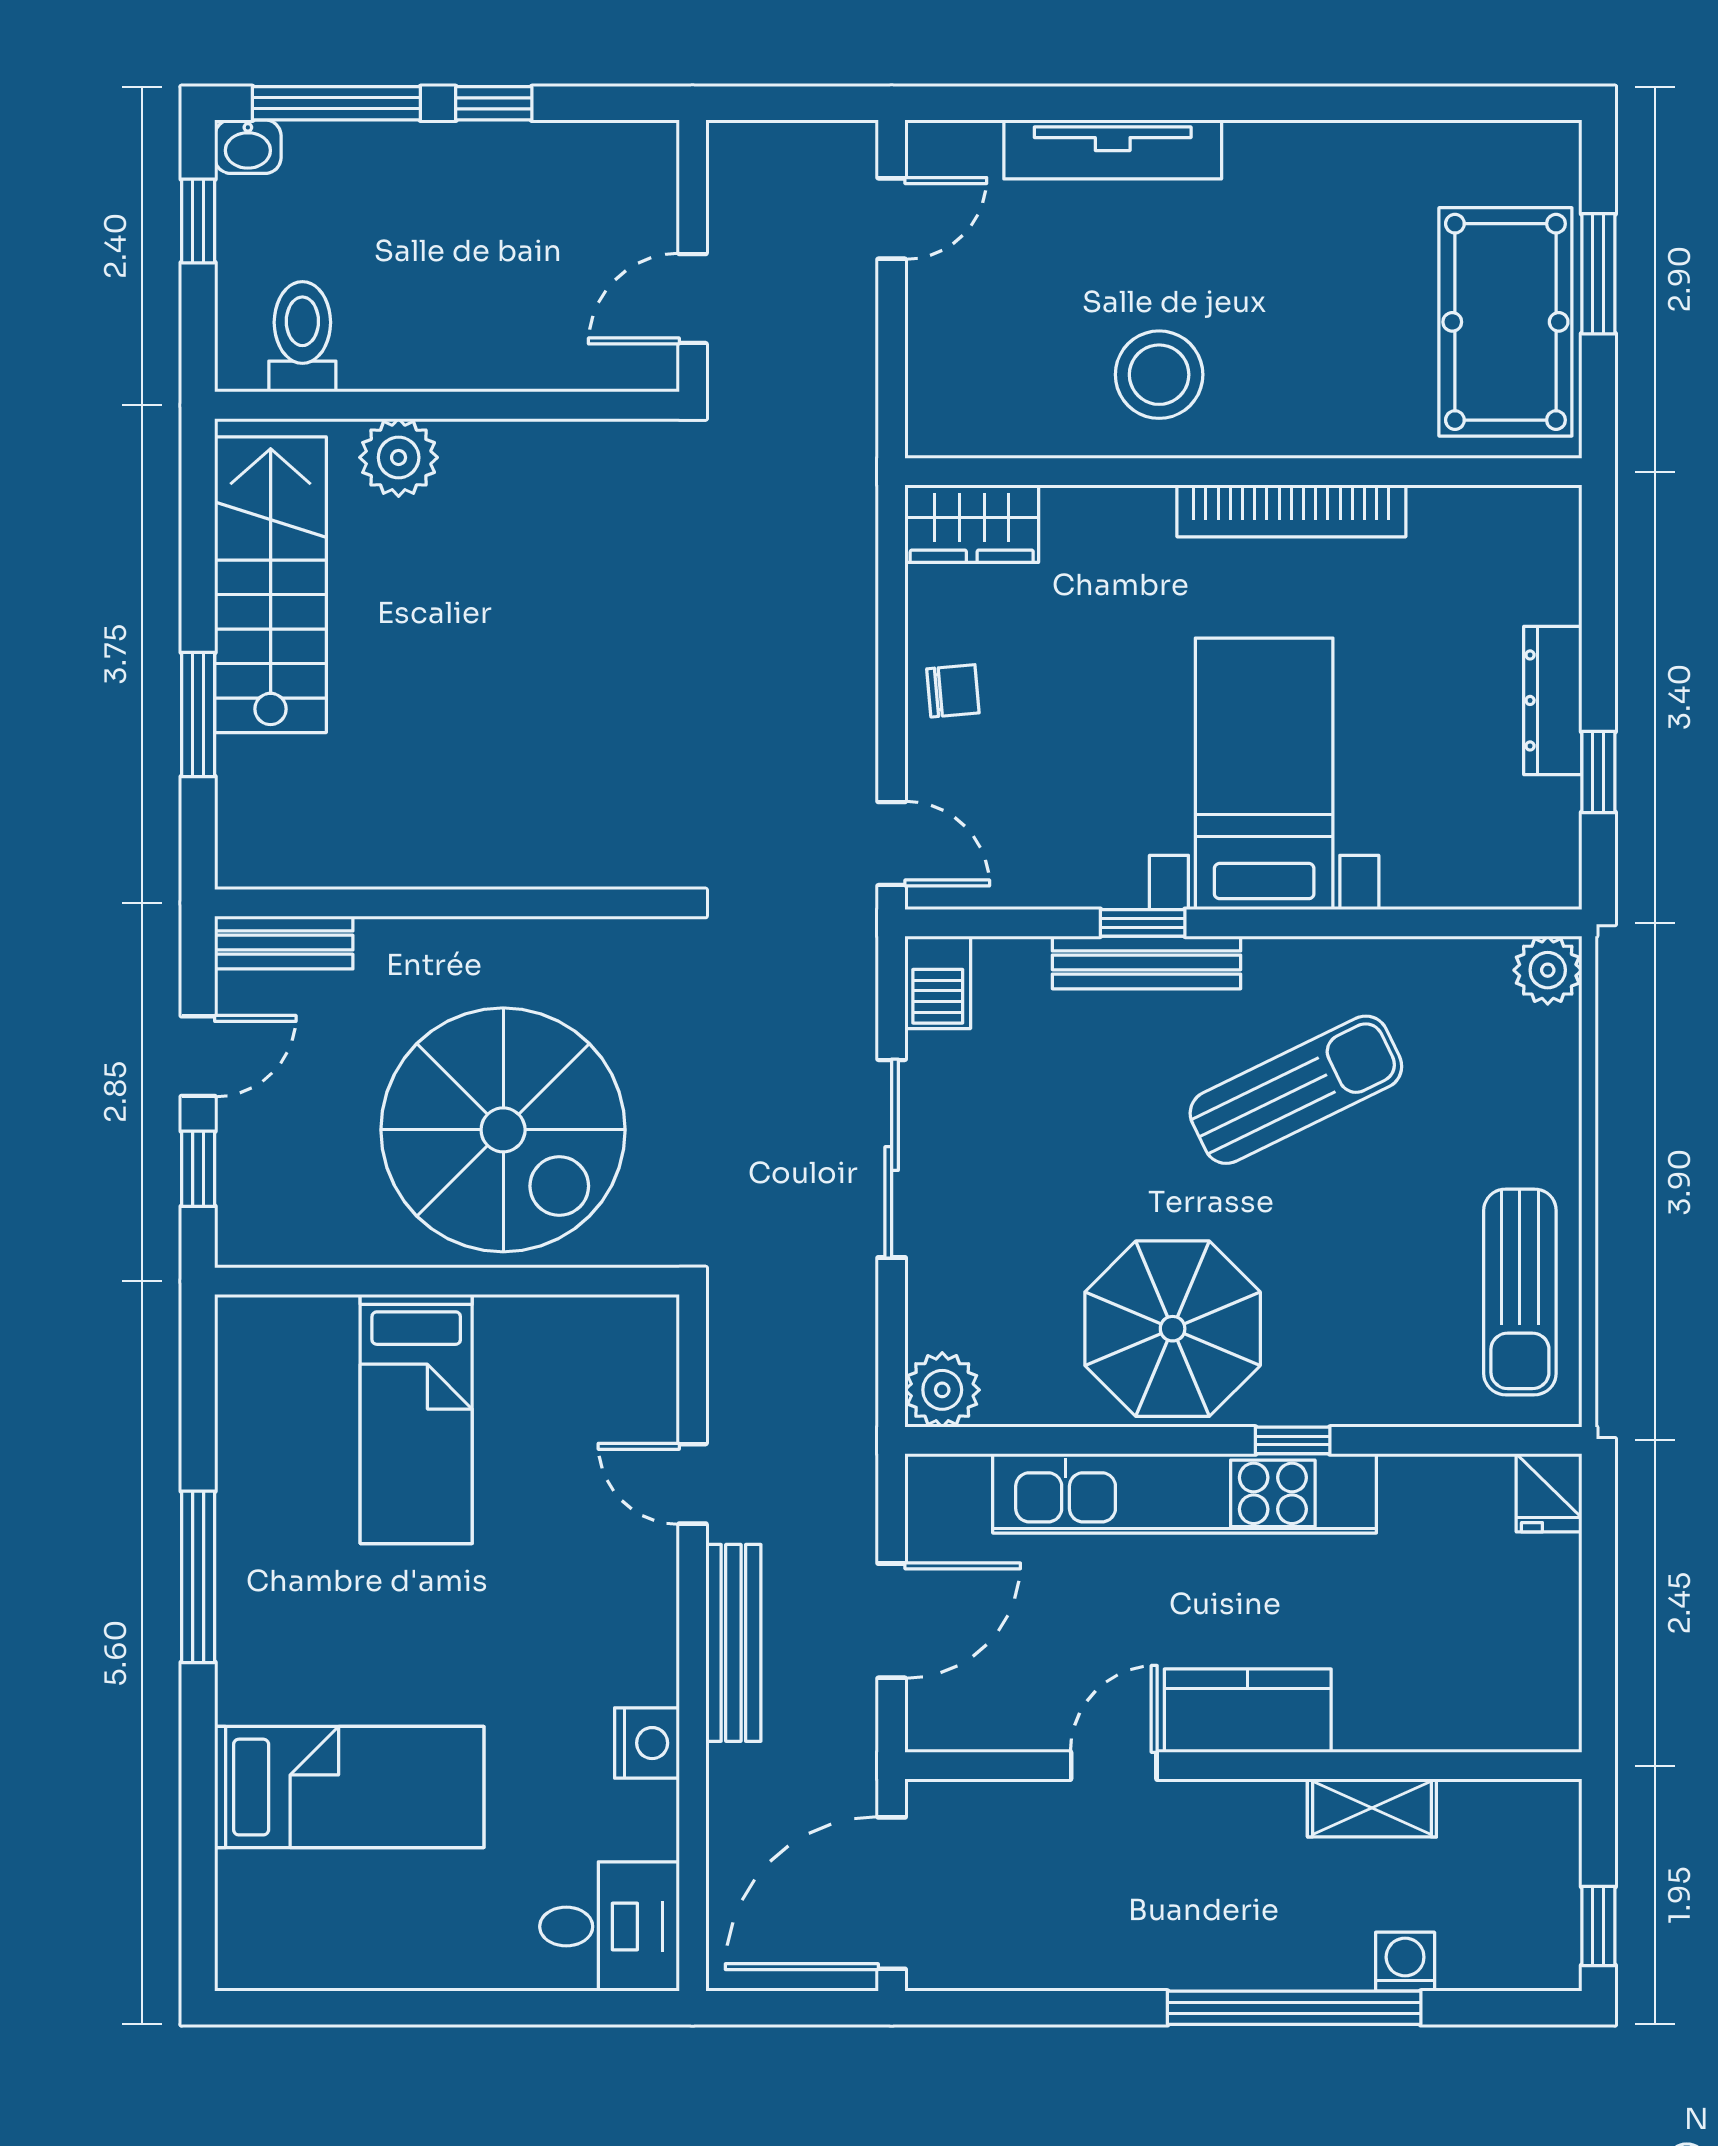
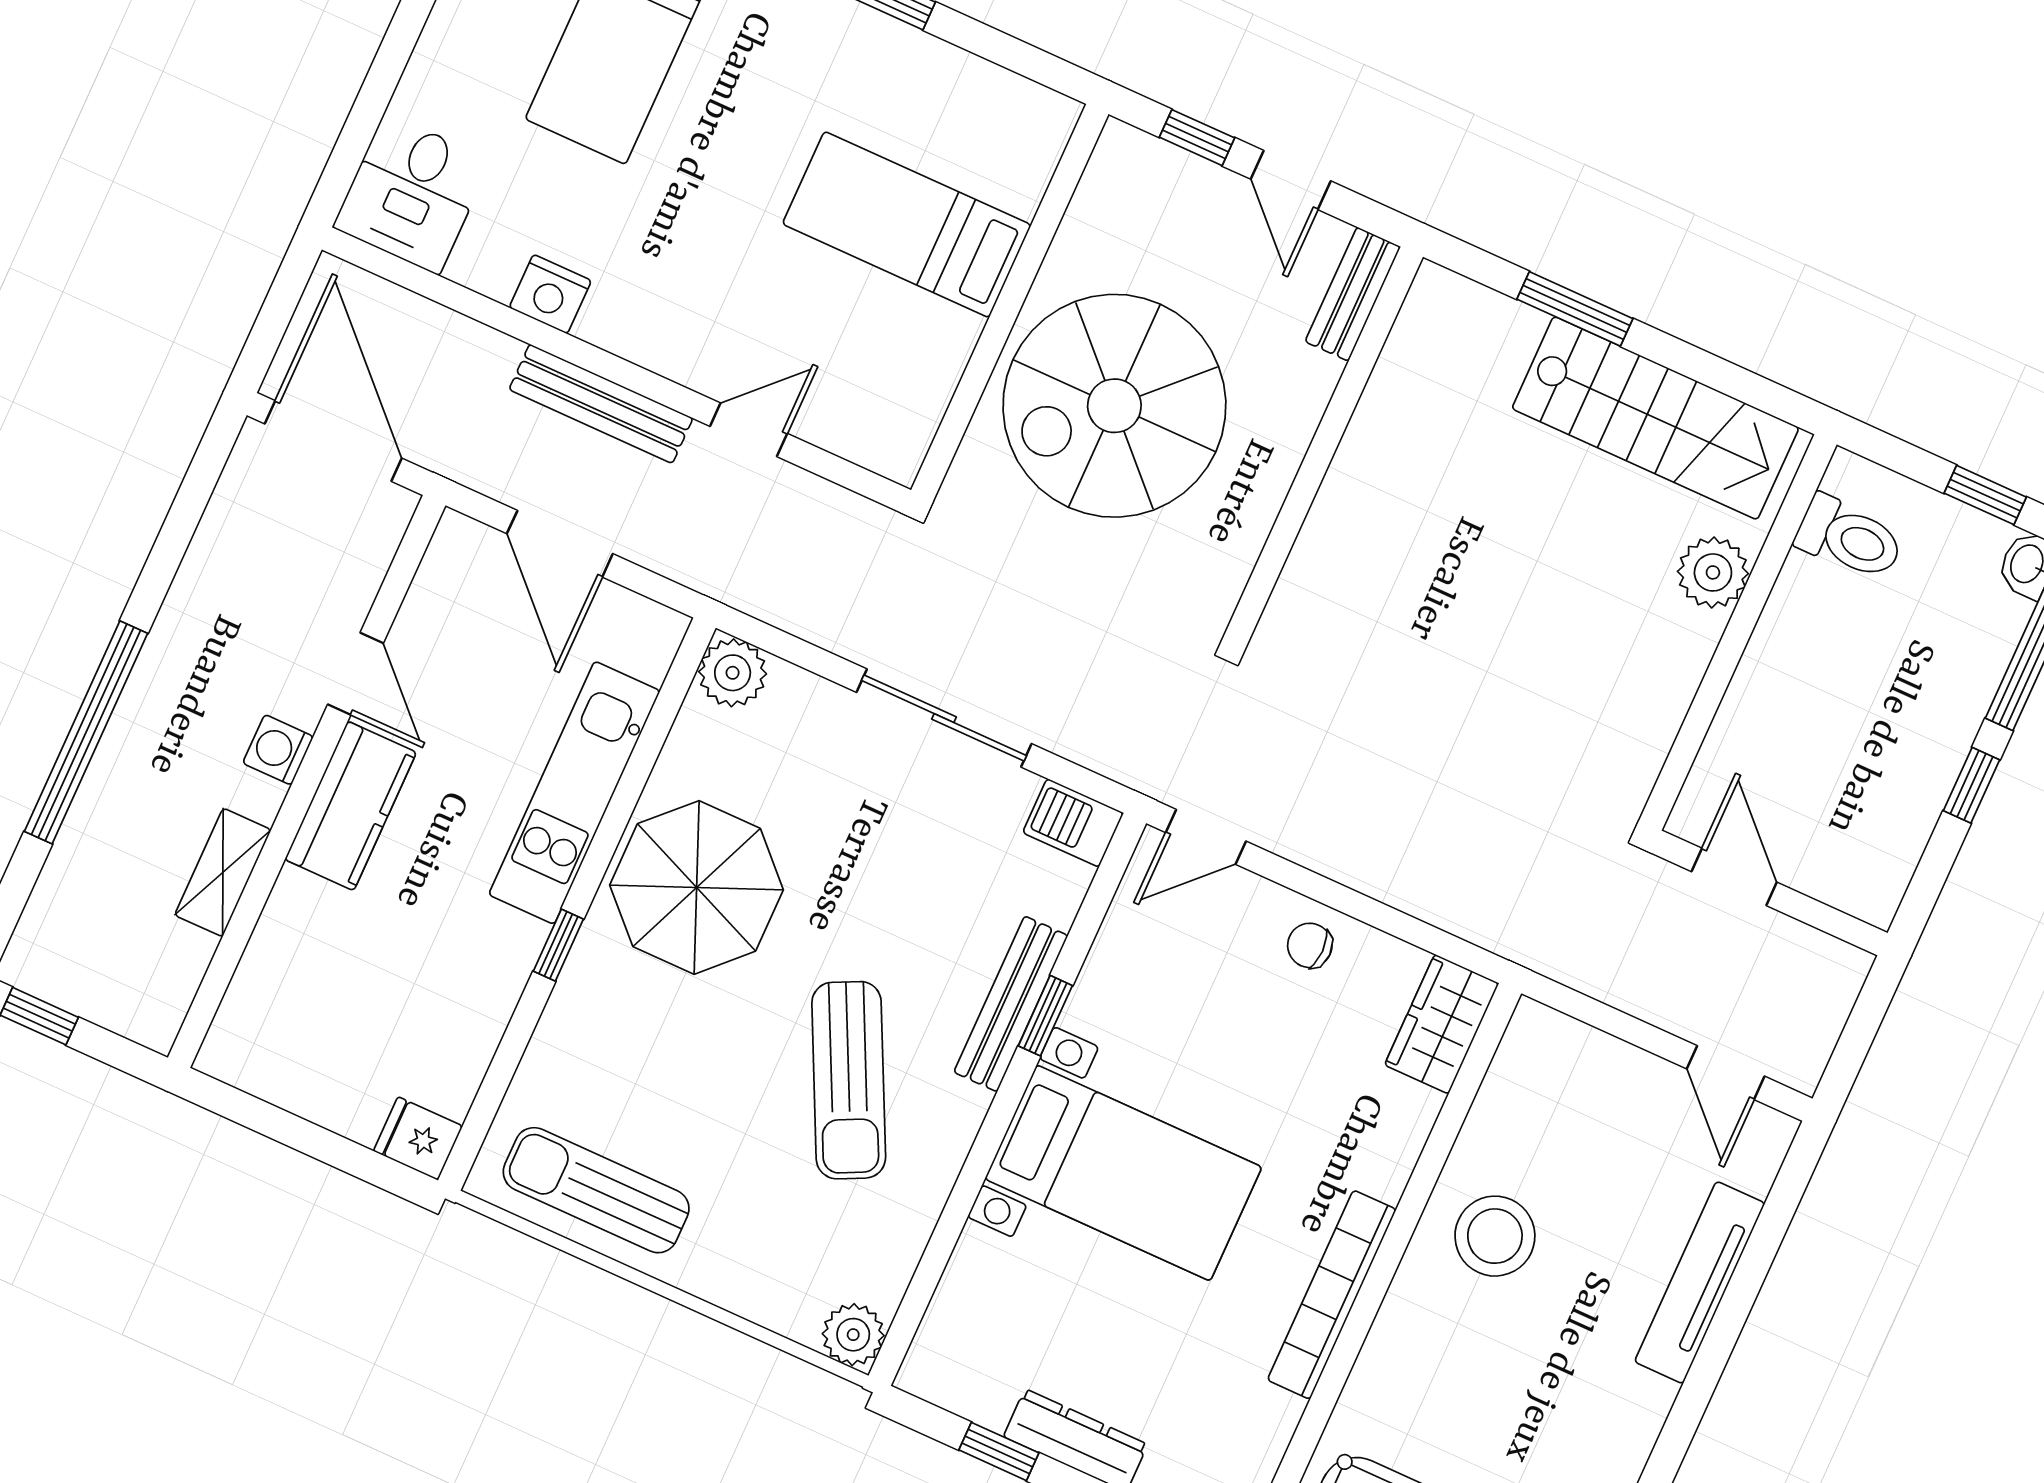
chair: (953, 691) -> (1310, 945), turned 95
kitchen unit: (1185, 1493) -> (574, 793), width x0.73
washing machine: (1405, 1962) -> (278, 750), moved, turned 180

